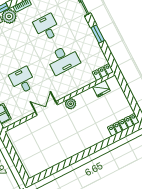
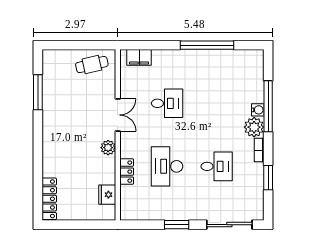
locker: (103, 72) -> (127, 172), moved
cafe table: (22, 142) -> (92, 65), added
window: (58, 167) -> (38, 92), added

